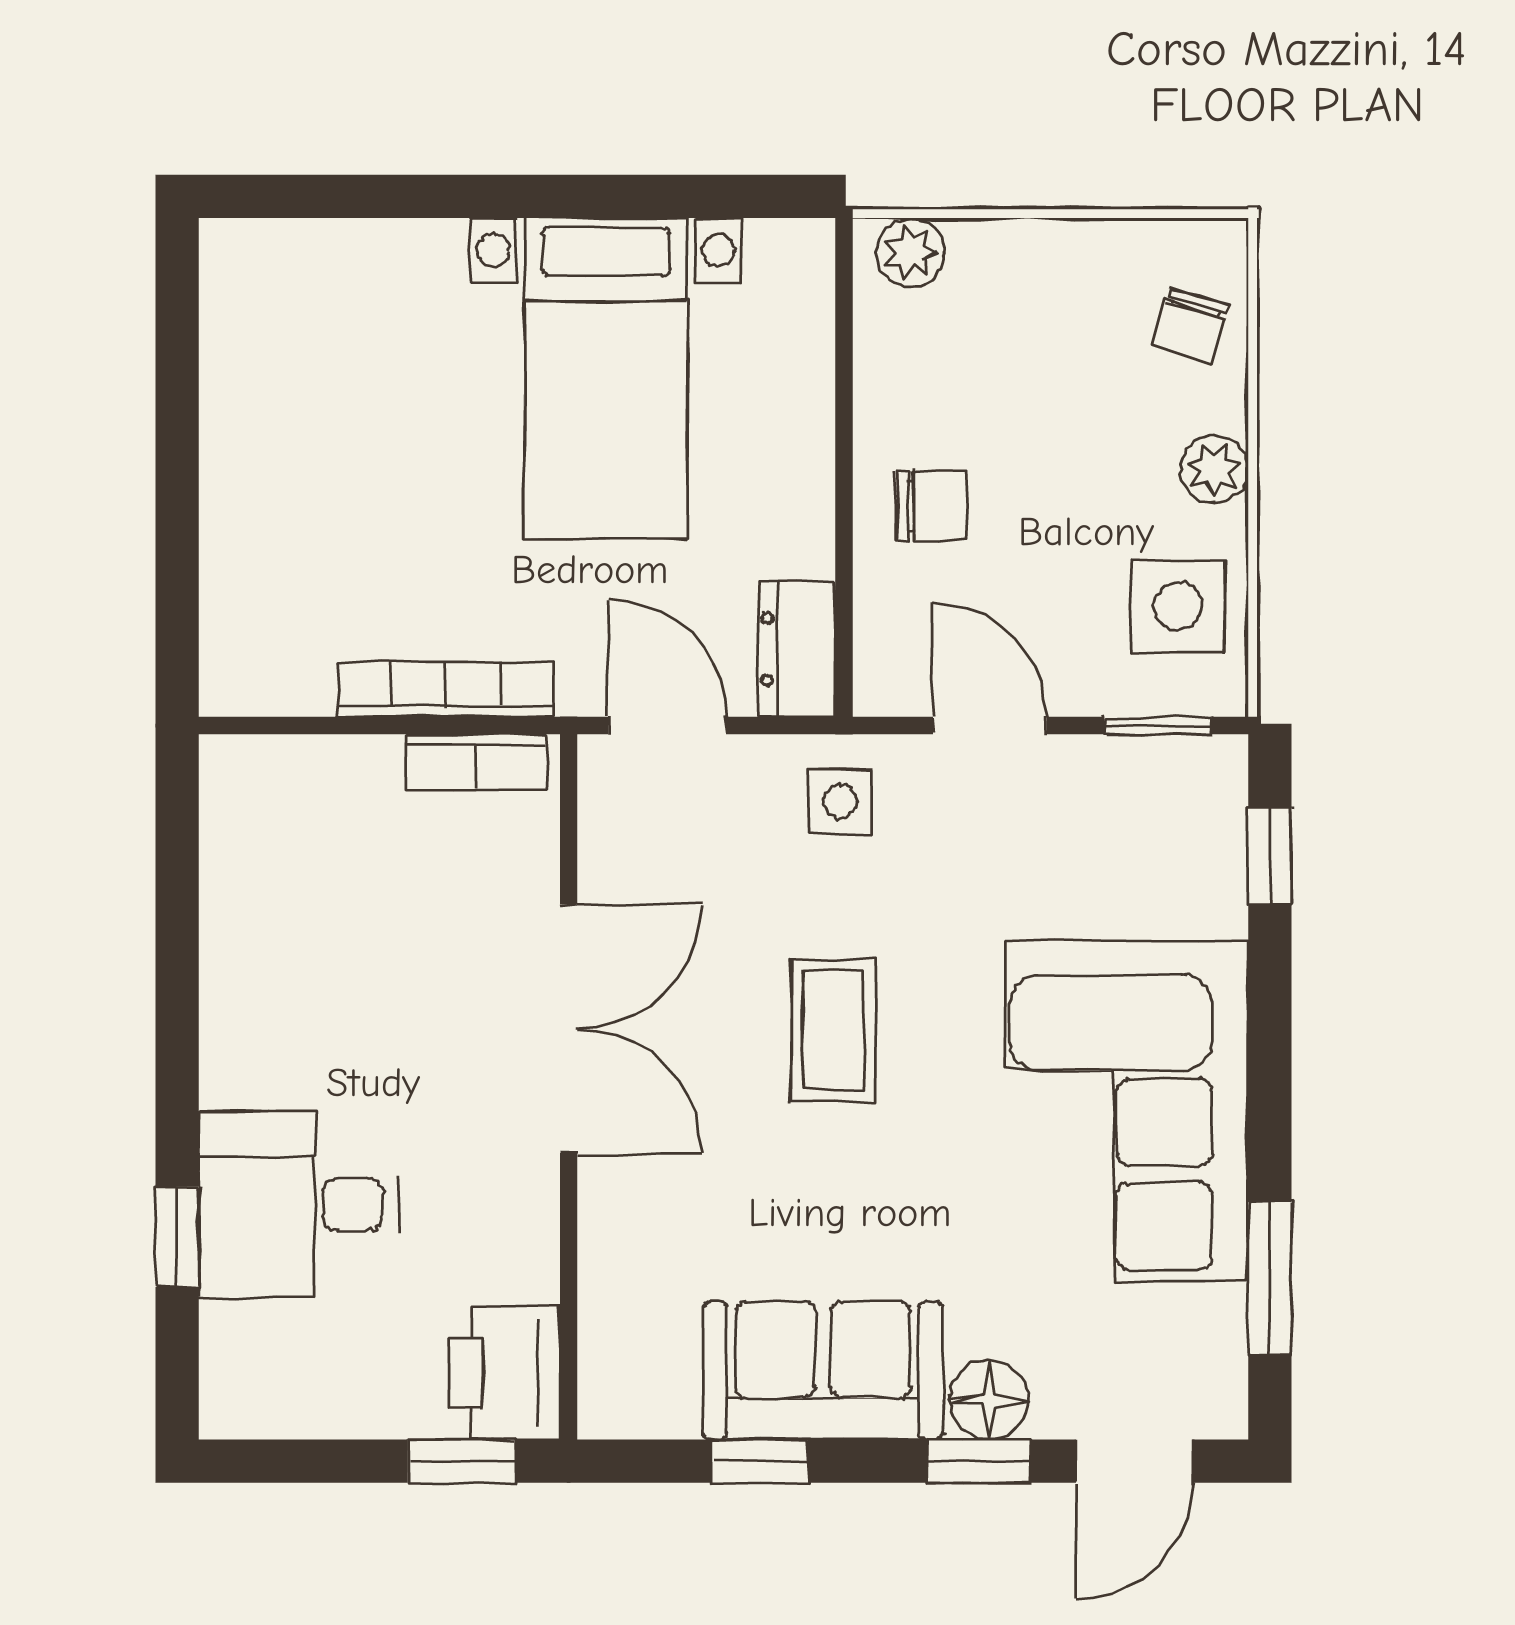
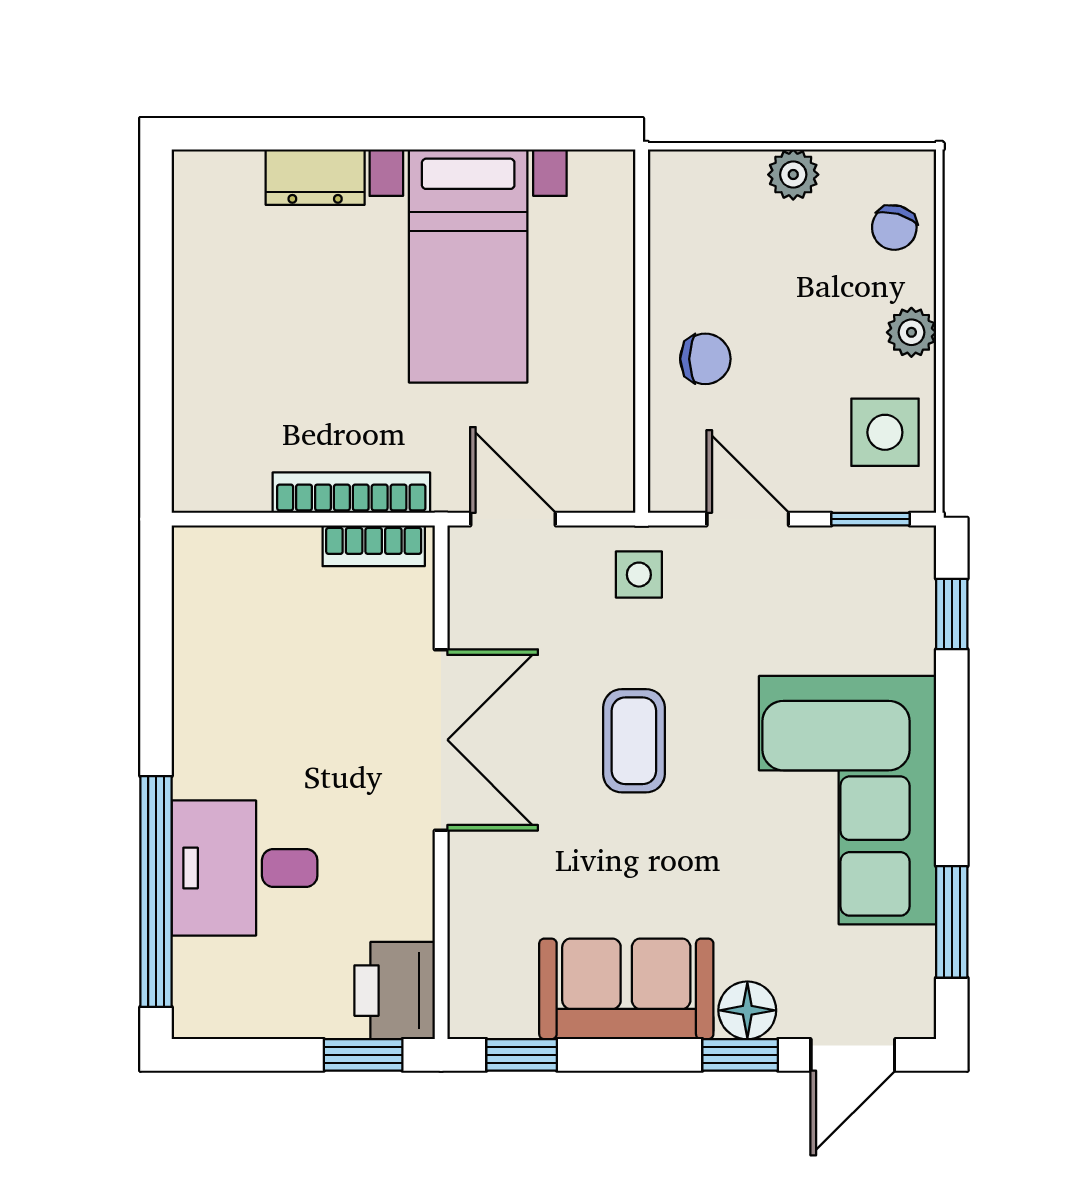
plant: (910, 253) -> (793, 175), moved
dresser: (797, 649) -> (315, 177), moved, turned -90
window: (177, 1237) -> (156, 892), width x3.17
window: (760, 1461) -> (522, 1055), moved

